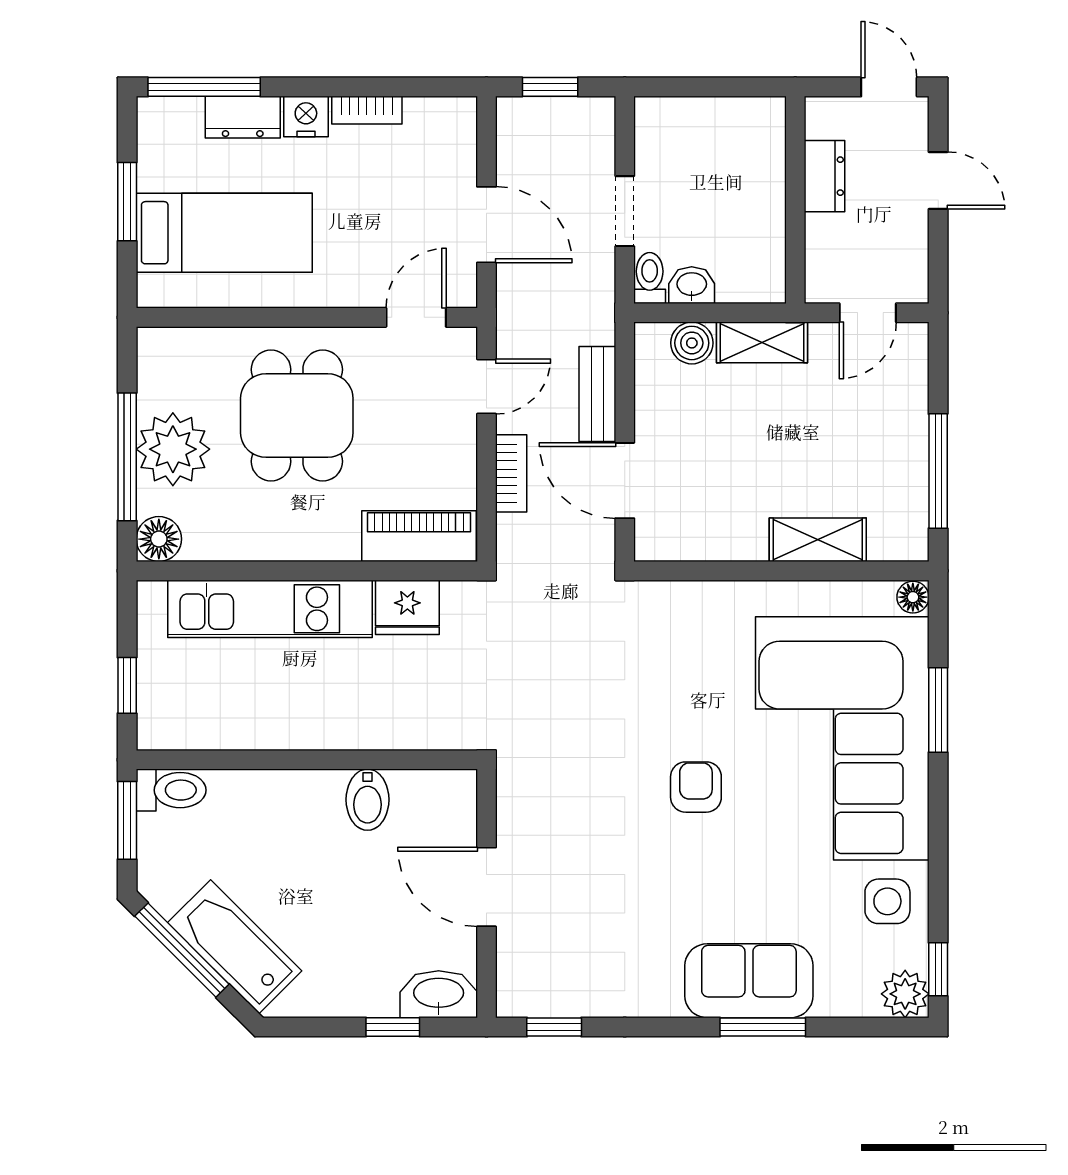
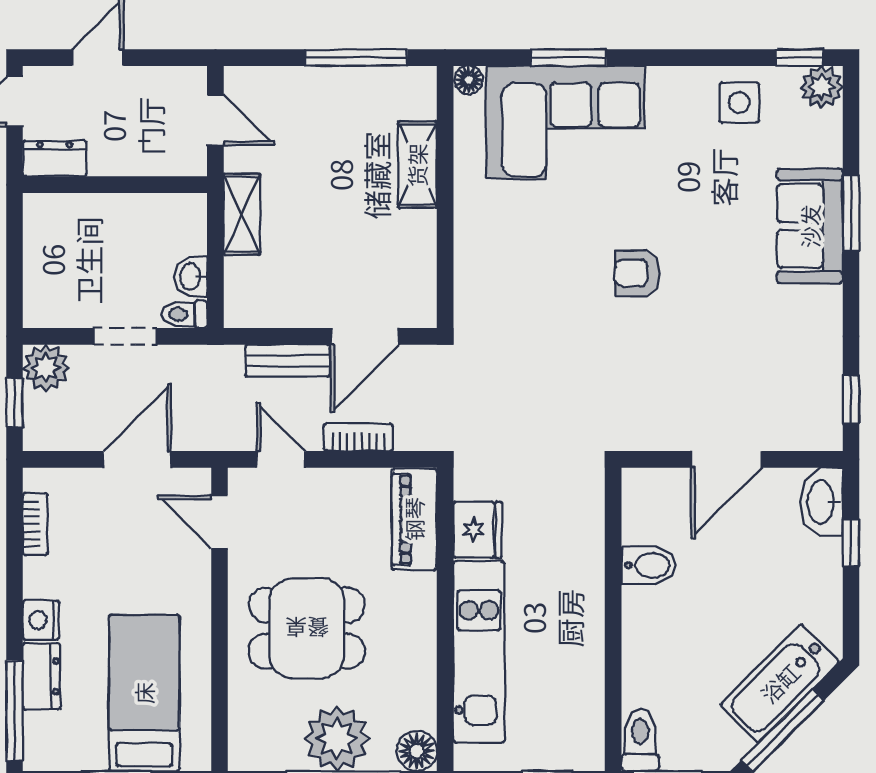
bookcase: (367, 110) -> (35, 524), moved
plant: (589, 122) -> (46, 368), added
dresser: (825, 176) -> (55, 159), moved
boiler: (692, 343) -> (242, 277), removed
corner sofa: (842, 738) -> (565, 123), width x0.73, depth x0.74

